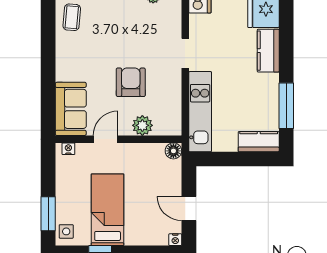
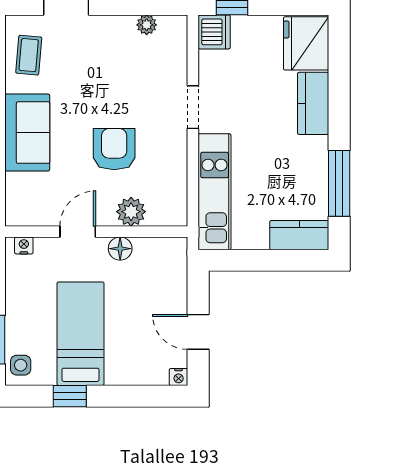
sofa: (71, 109) -> (27, 133), moved
floor lamp: (173, 151) -> (120, 249), moved

